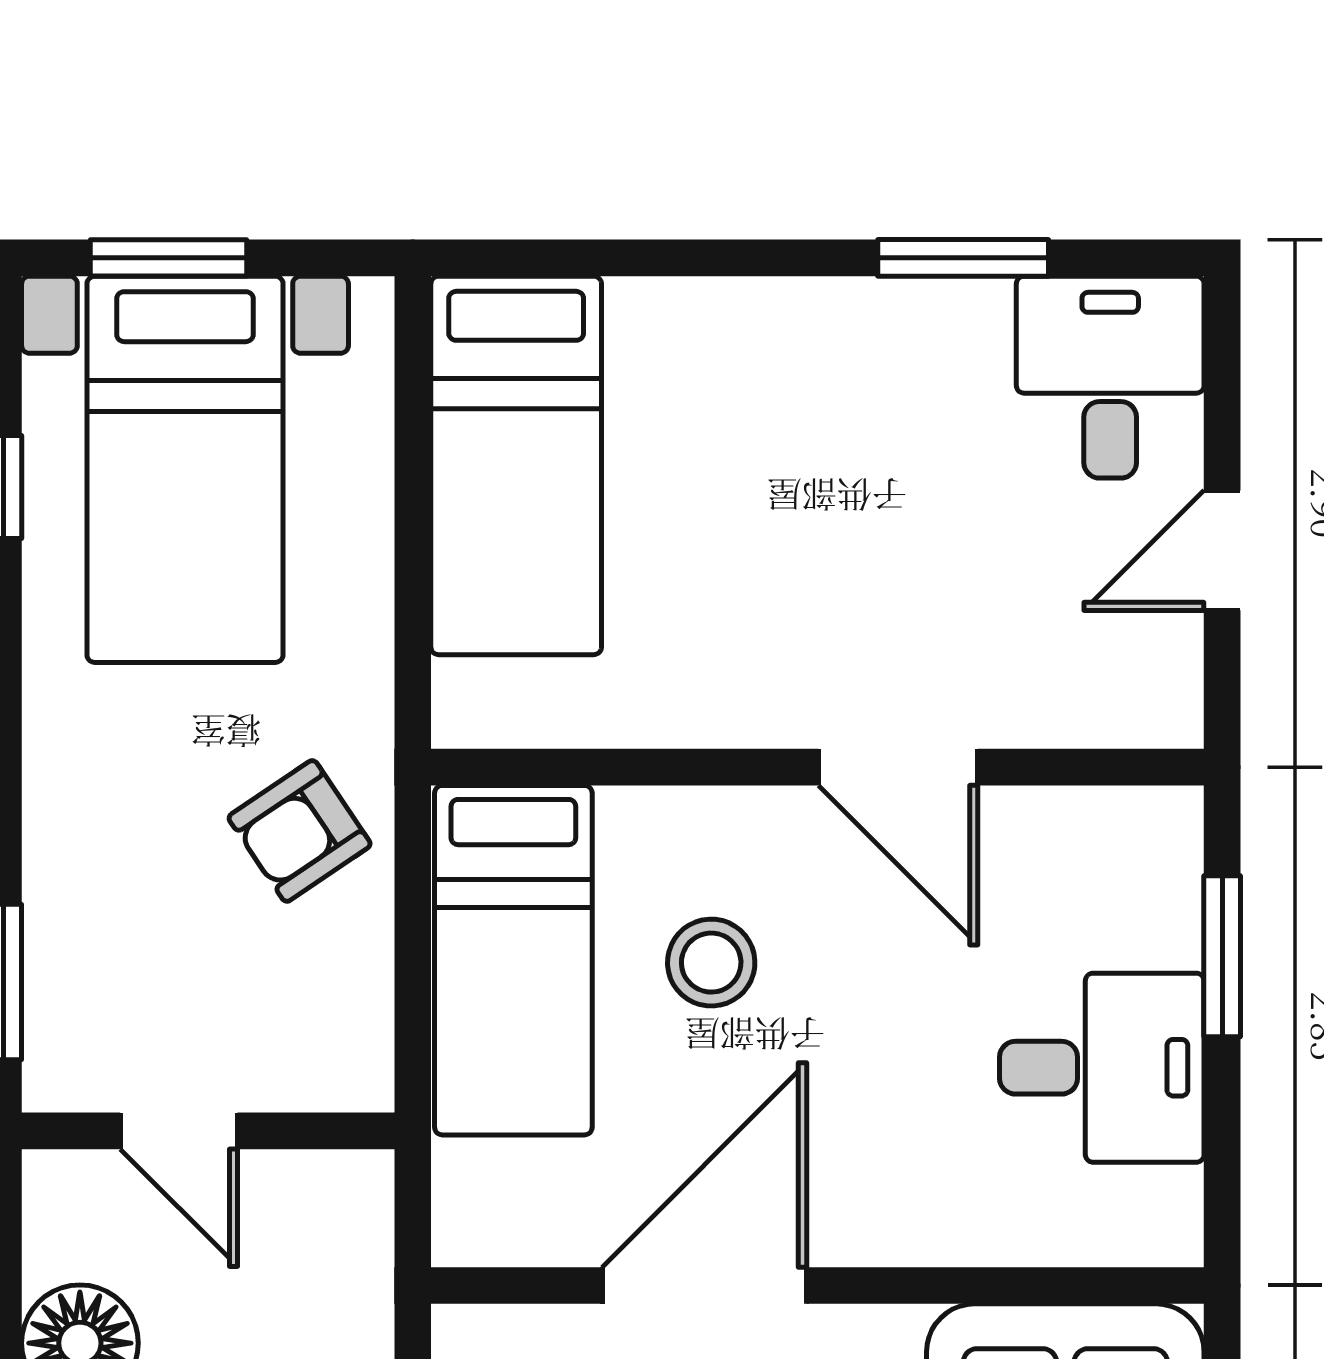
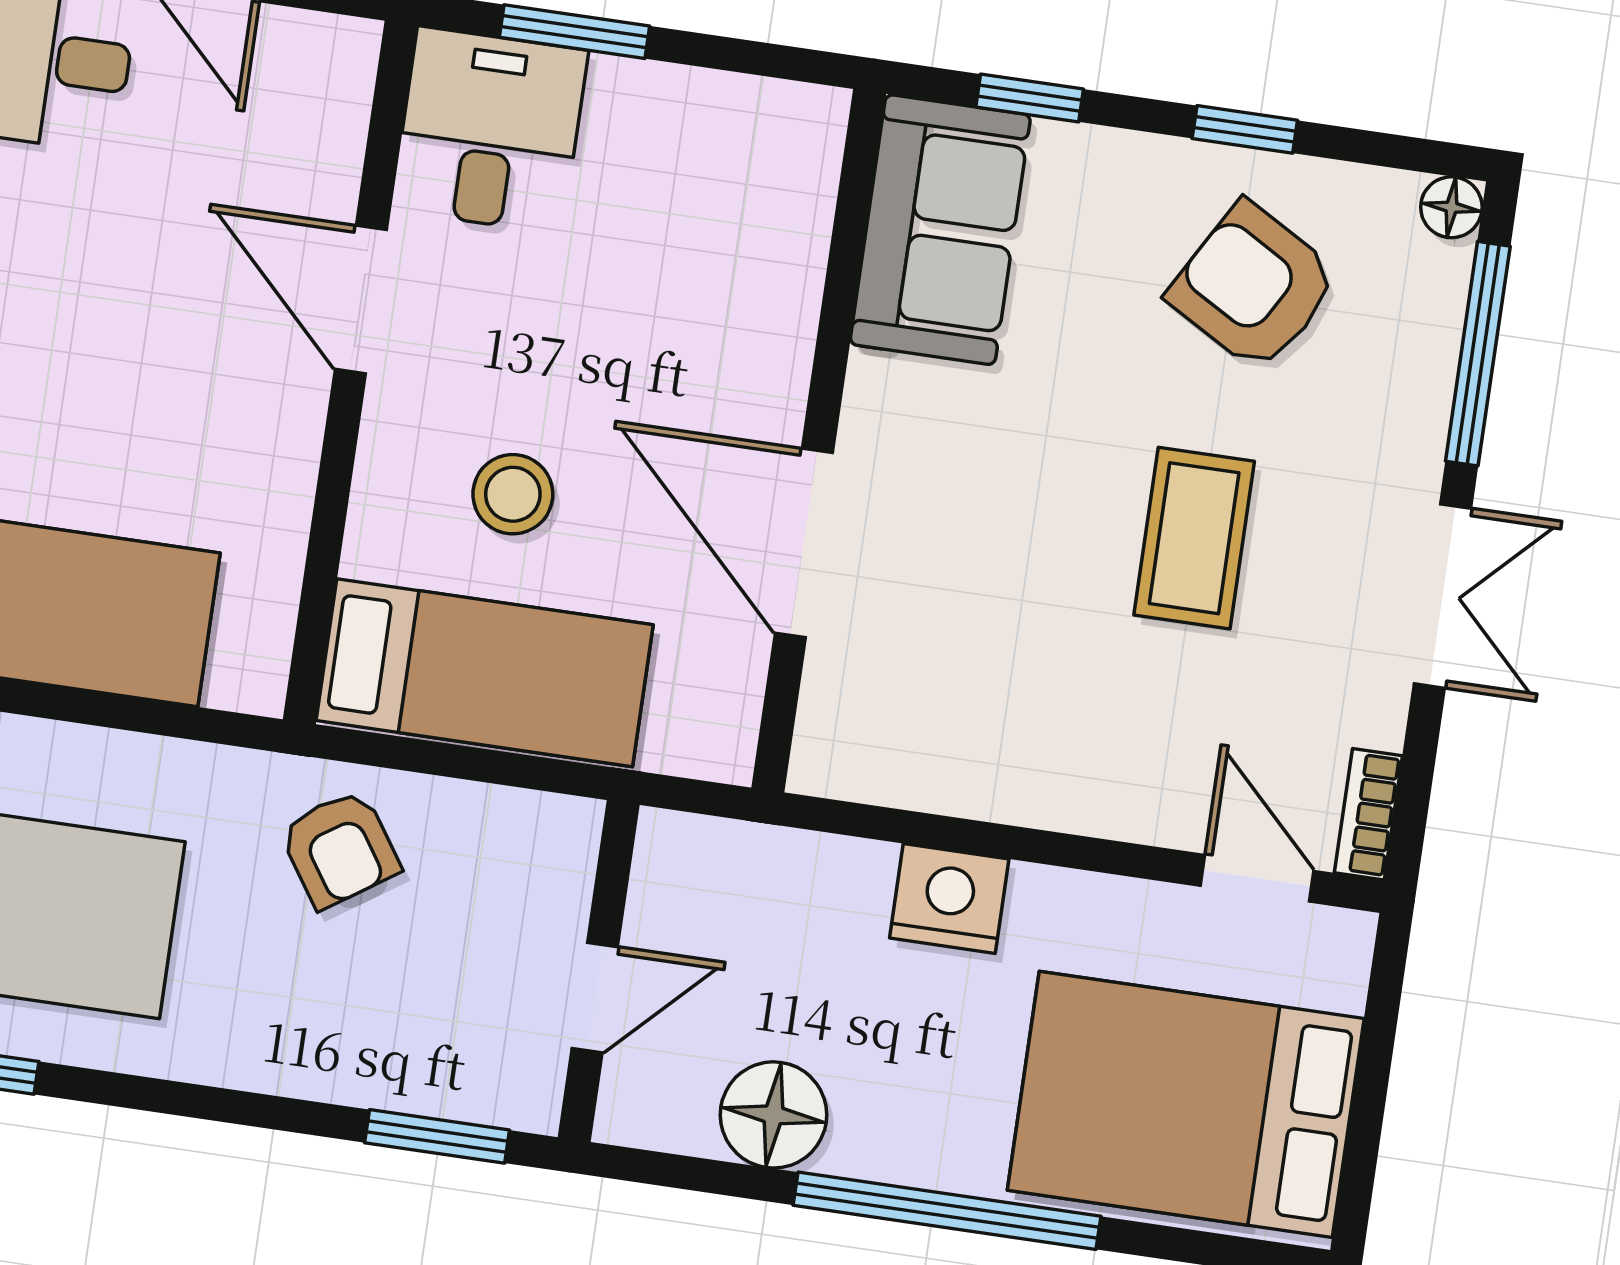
door: (898, 767) -> (361, 300), swing flipped
desk: (1102, 1068) -> (490, 130), moved

